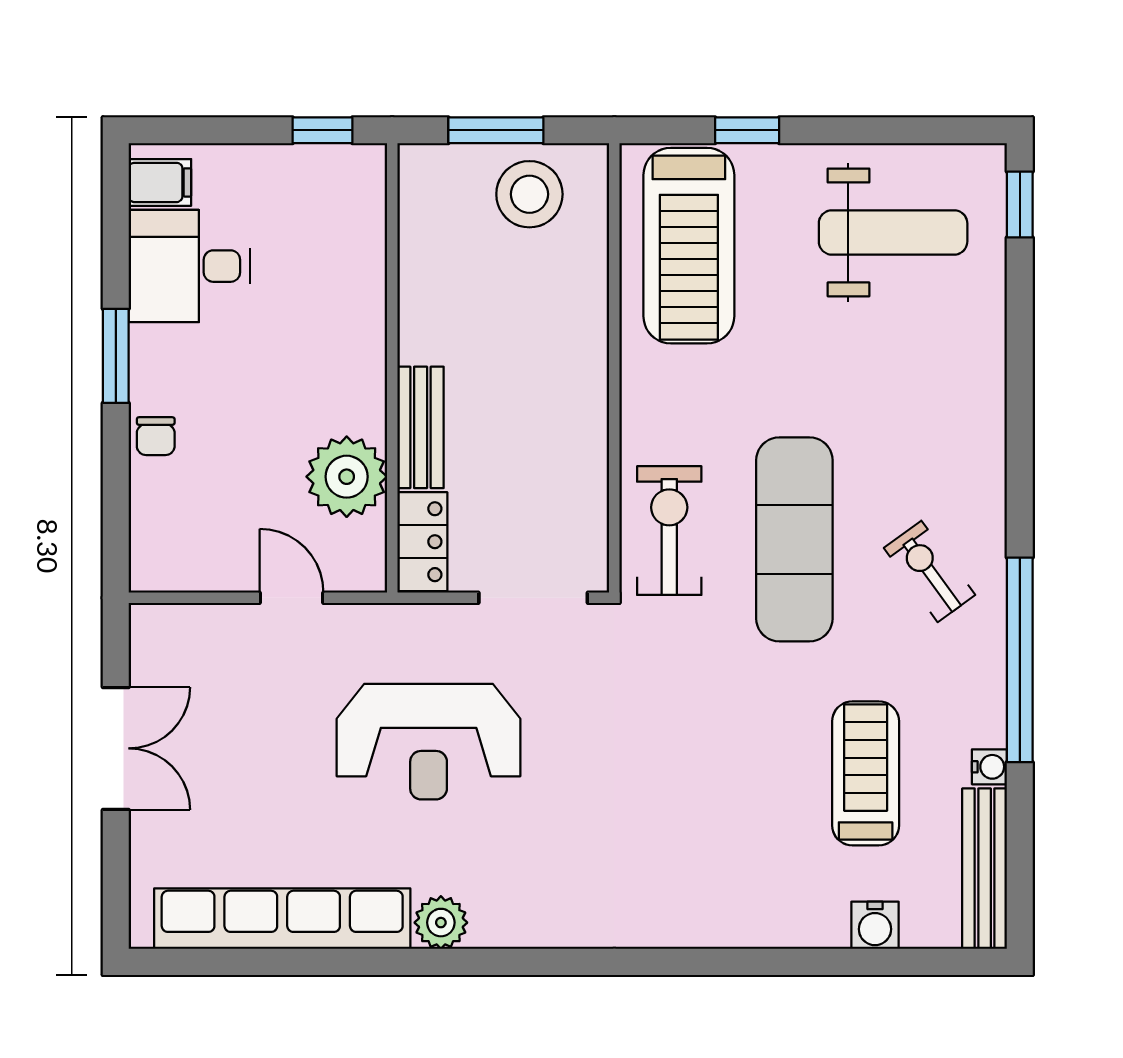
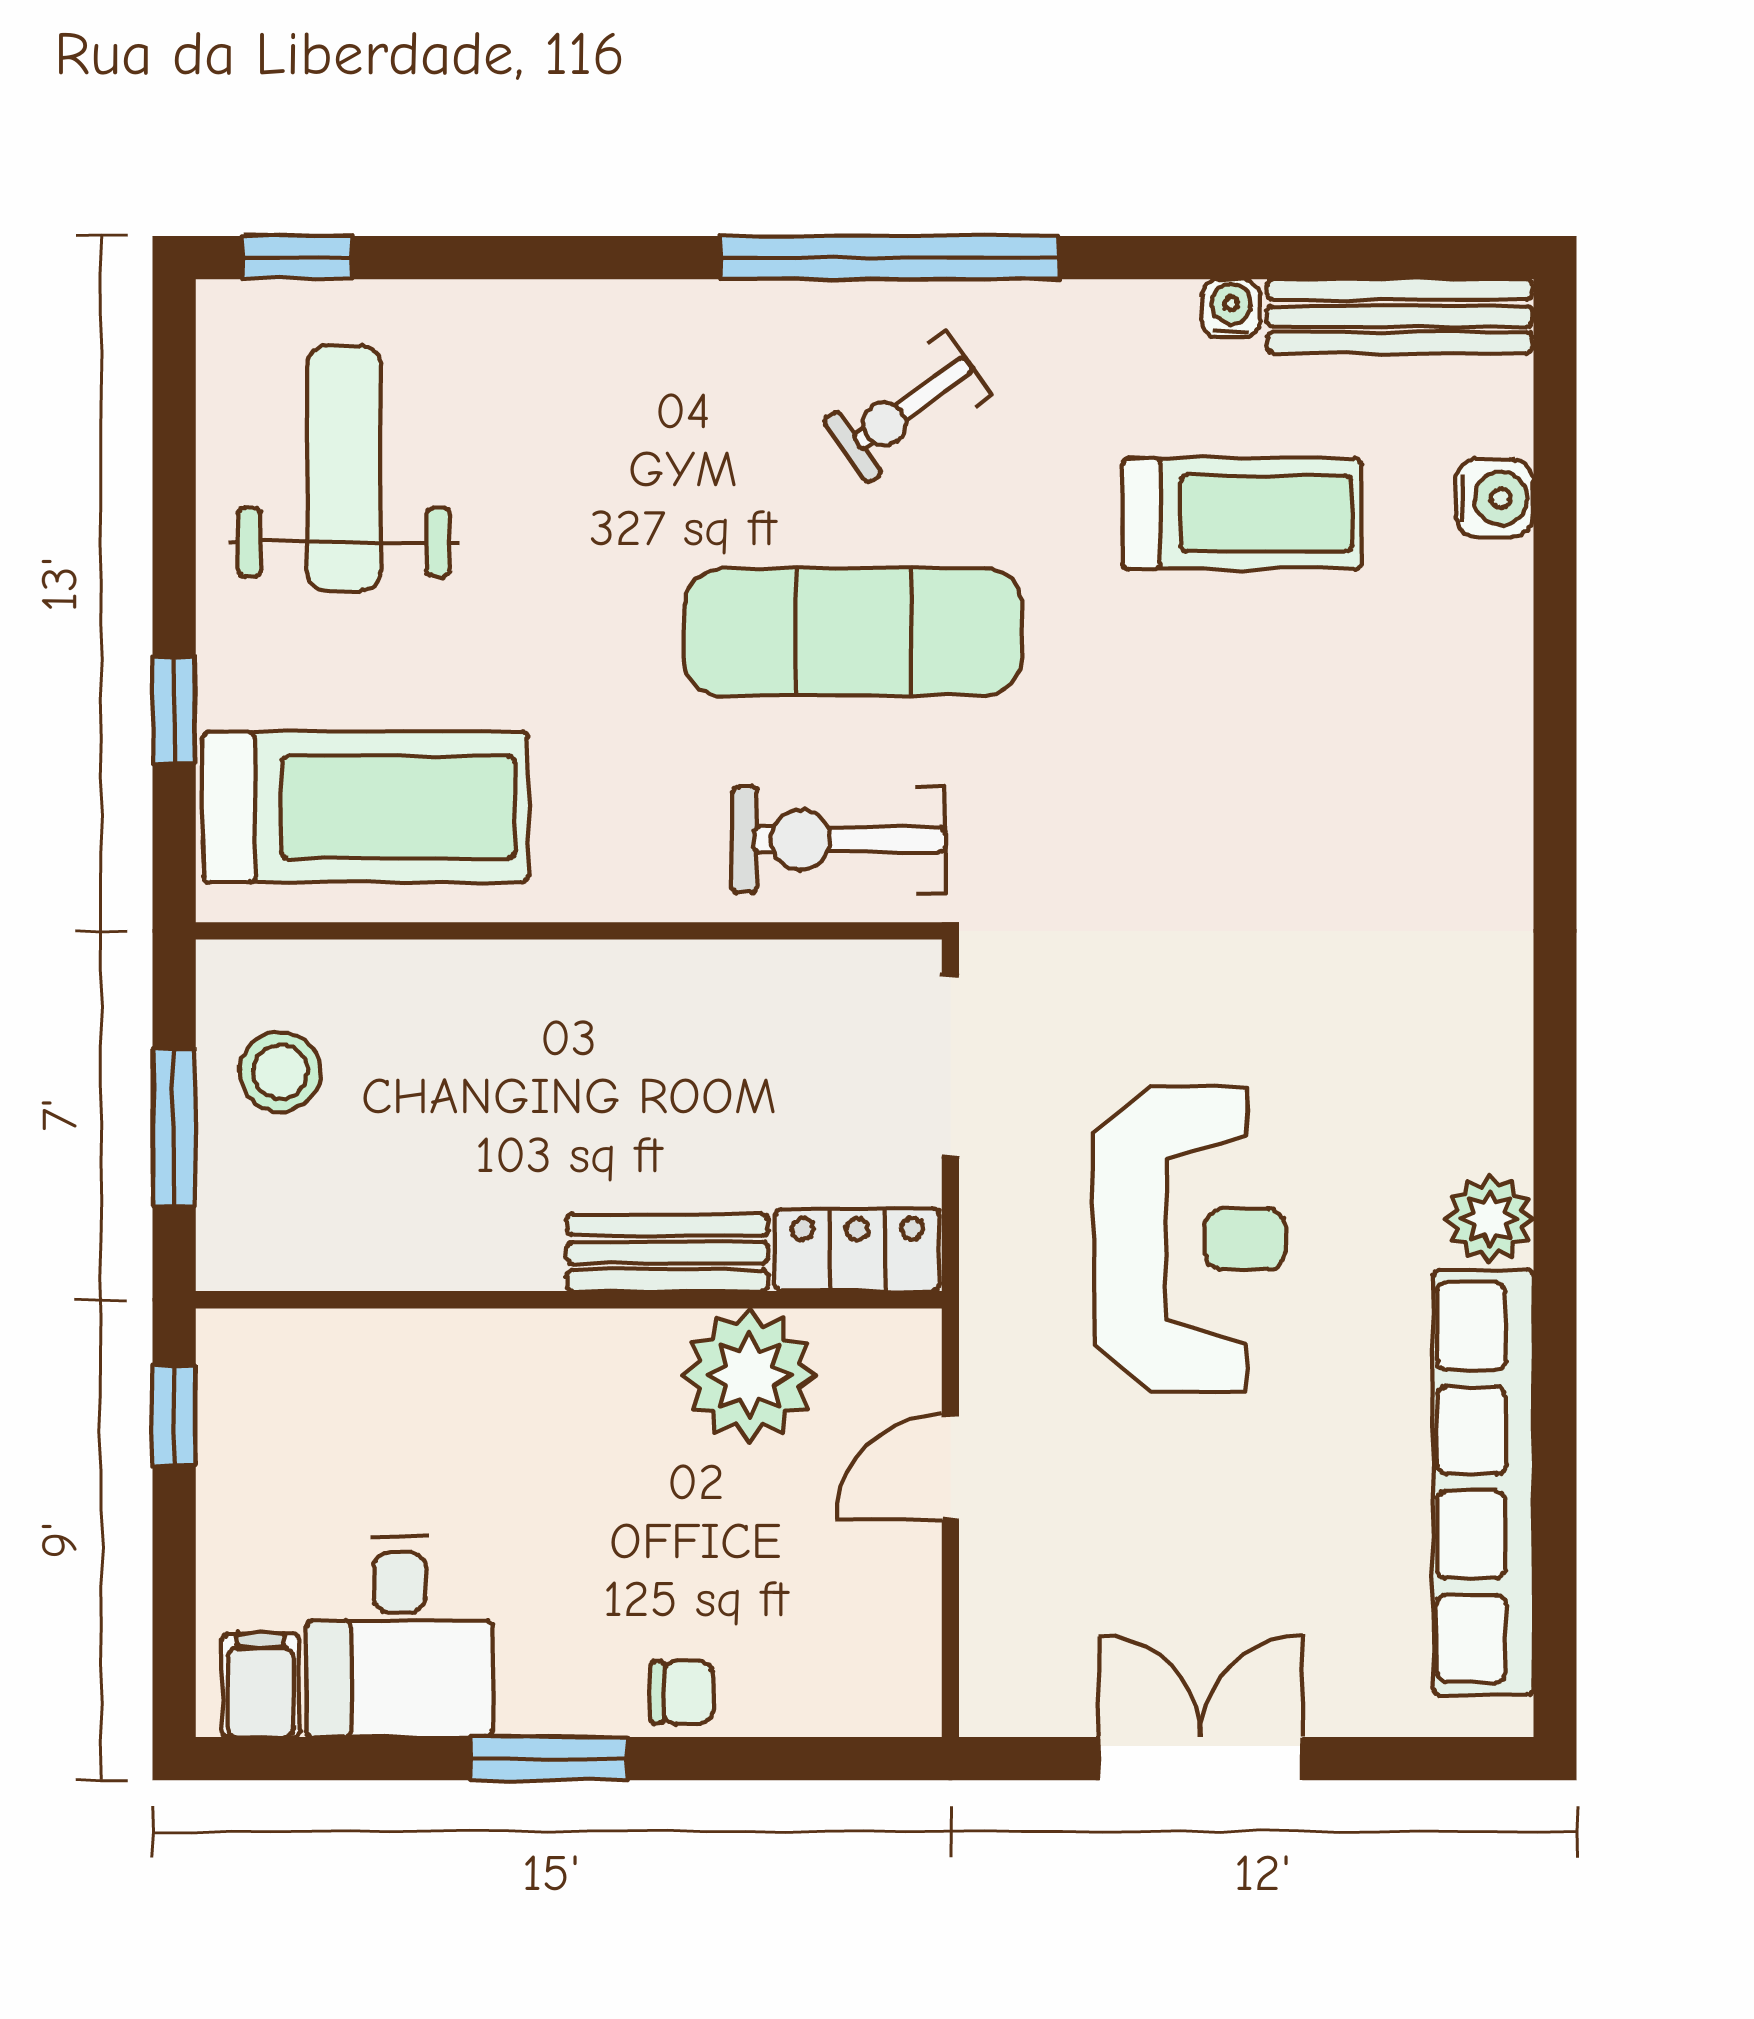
stool: (529, 194) -> (280, 1072), width x0.73, depth x0.73
window: (1020, 660) -> (890, 258), moved
treadmill: (866, 773) -> (1242, 514), turned 180

